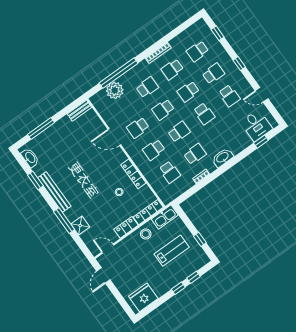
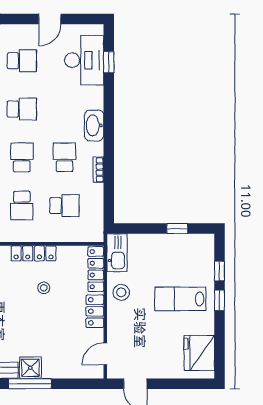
desk: (256, 126) -> (84, 60), width x1.37
shower: (80, 226) -> (30, 368), moved
lab bench: (172, 251) -> (180, 299), moved, turned -90

